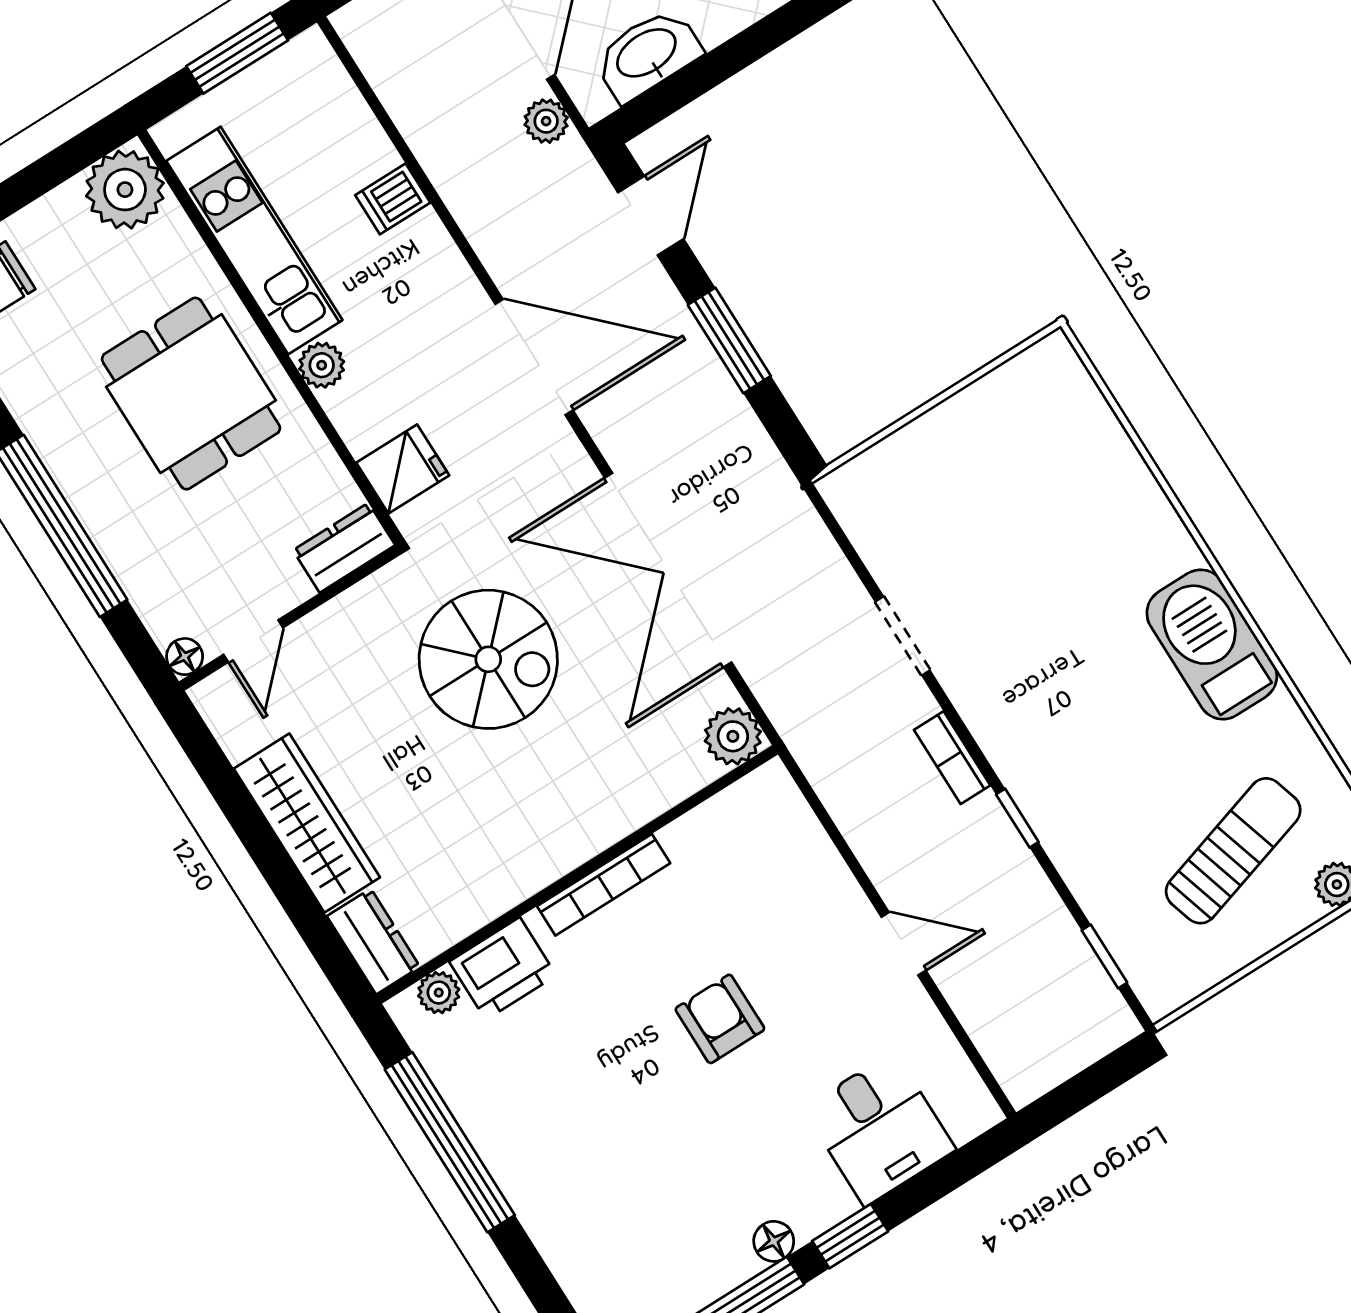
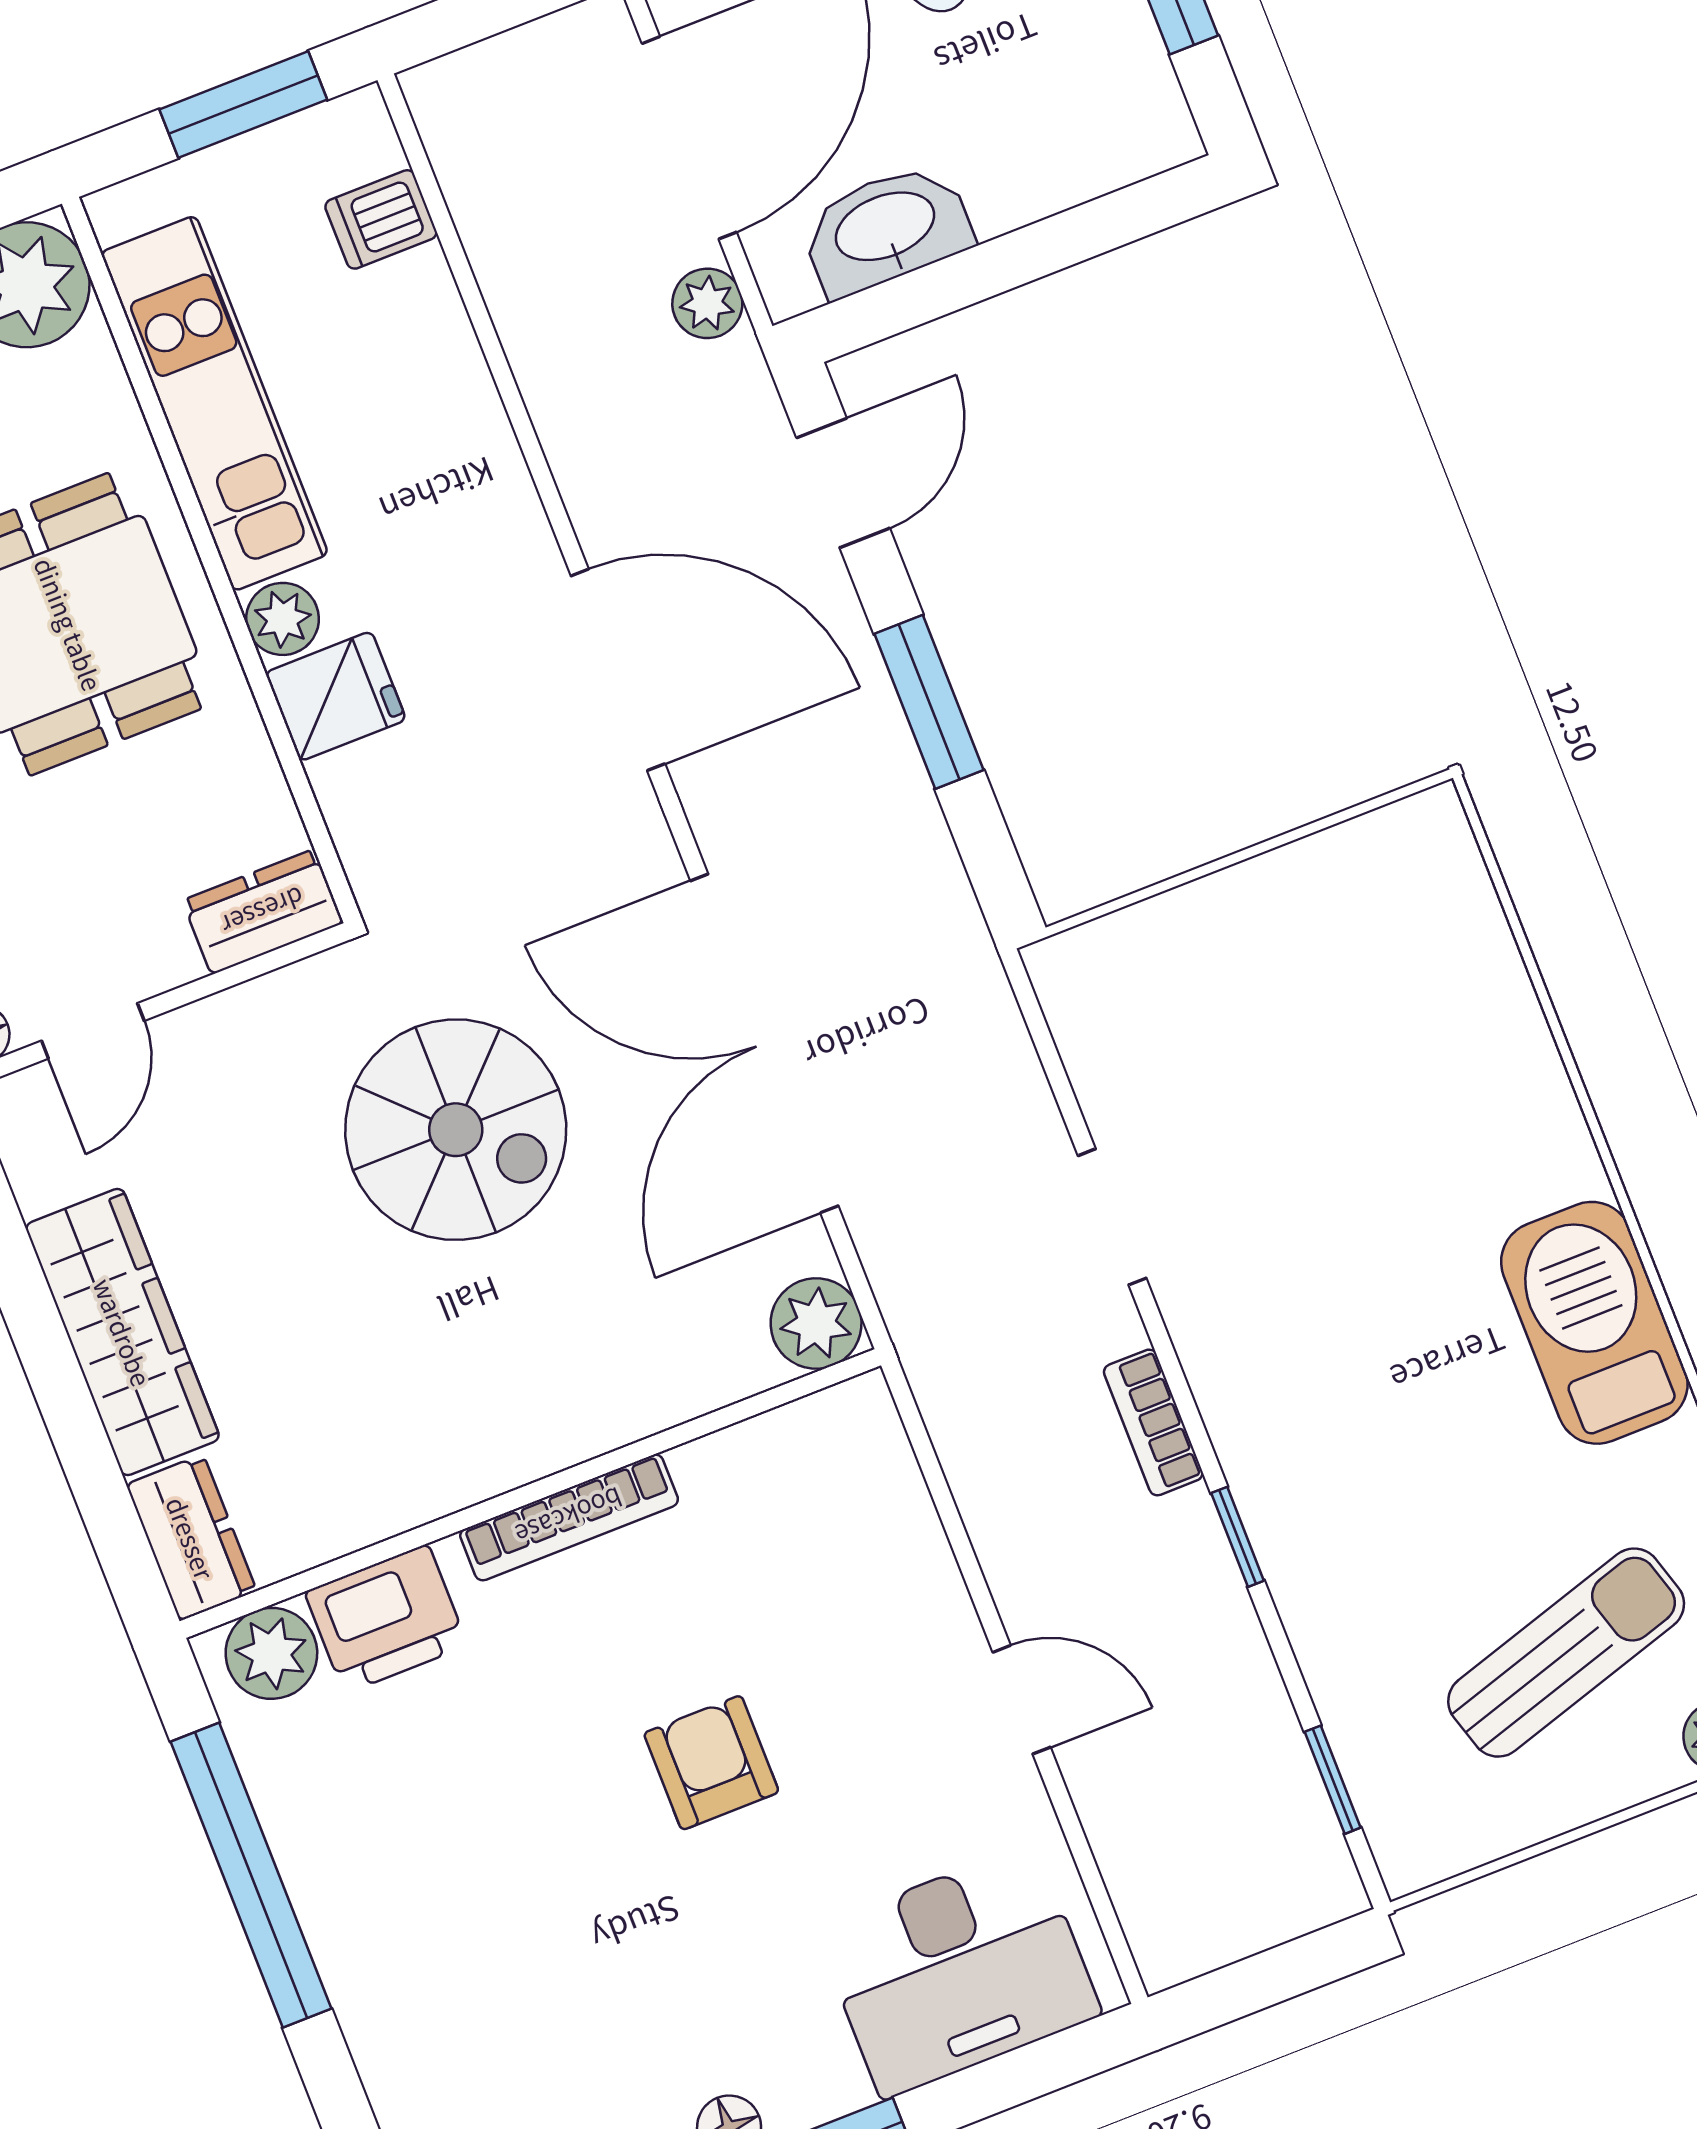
dishwasher: (393, 199) -> (381, 219), moved
fridge: (403, 469) -> (336, 696), moved
plant: (439, 993) -> (271, 1653), width x1.38, depth x1.38
desk: (879, 1129) -> (958, 1971), width x1.37

